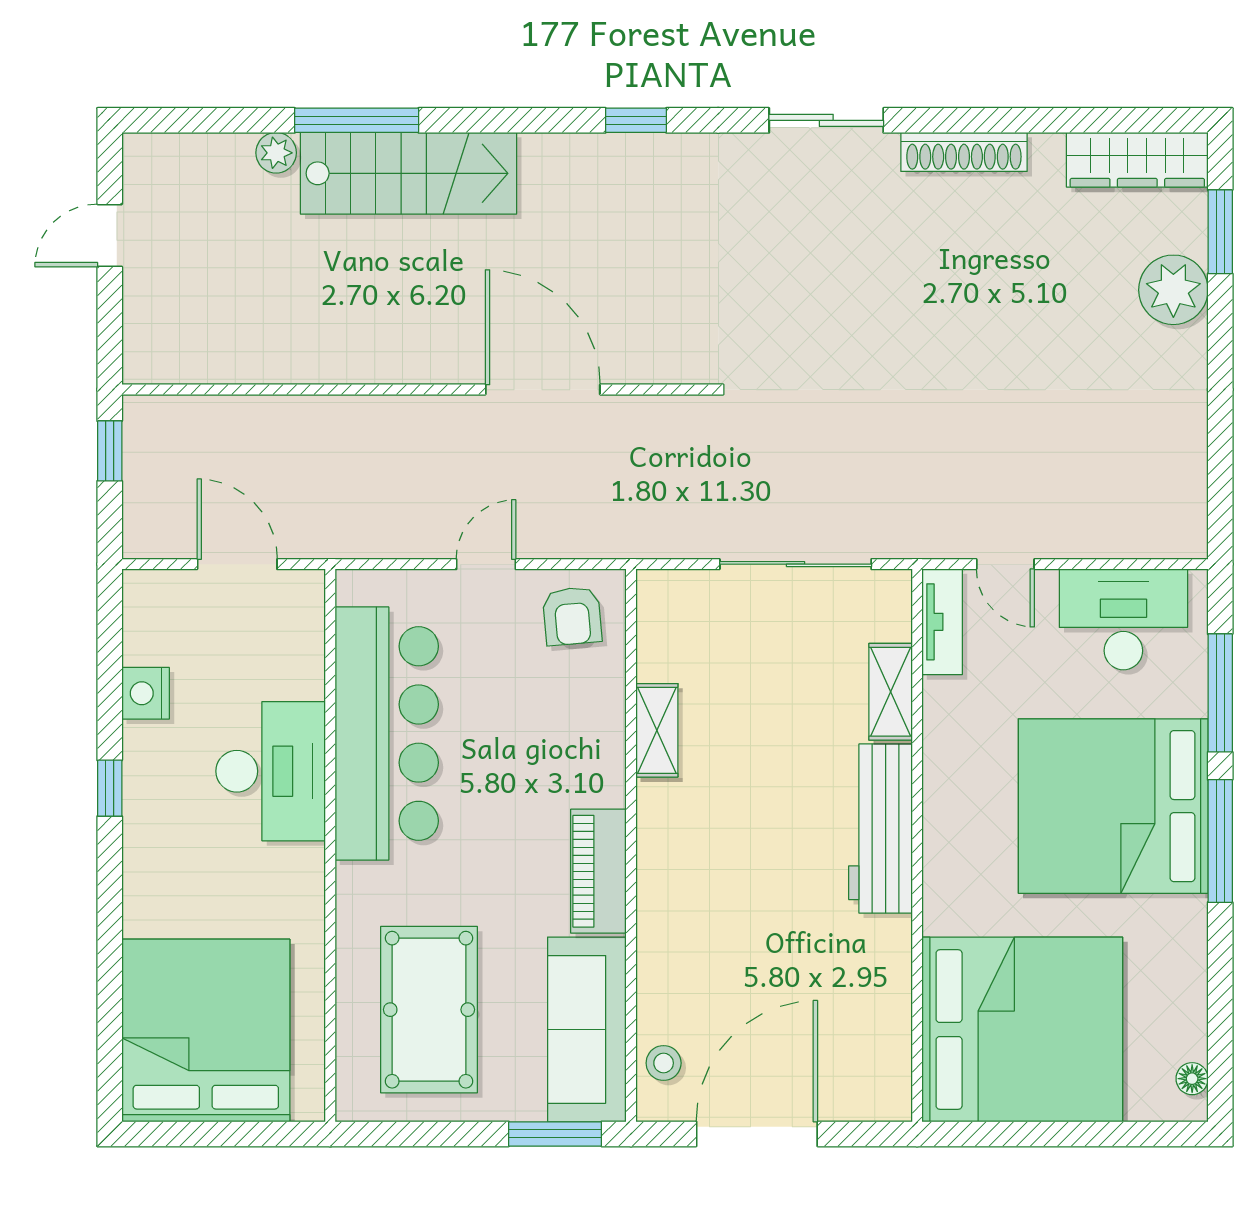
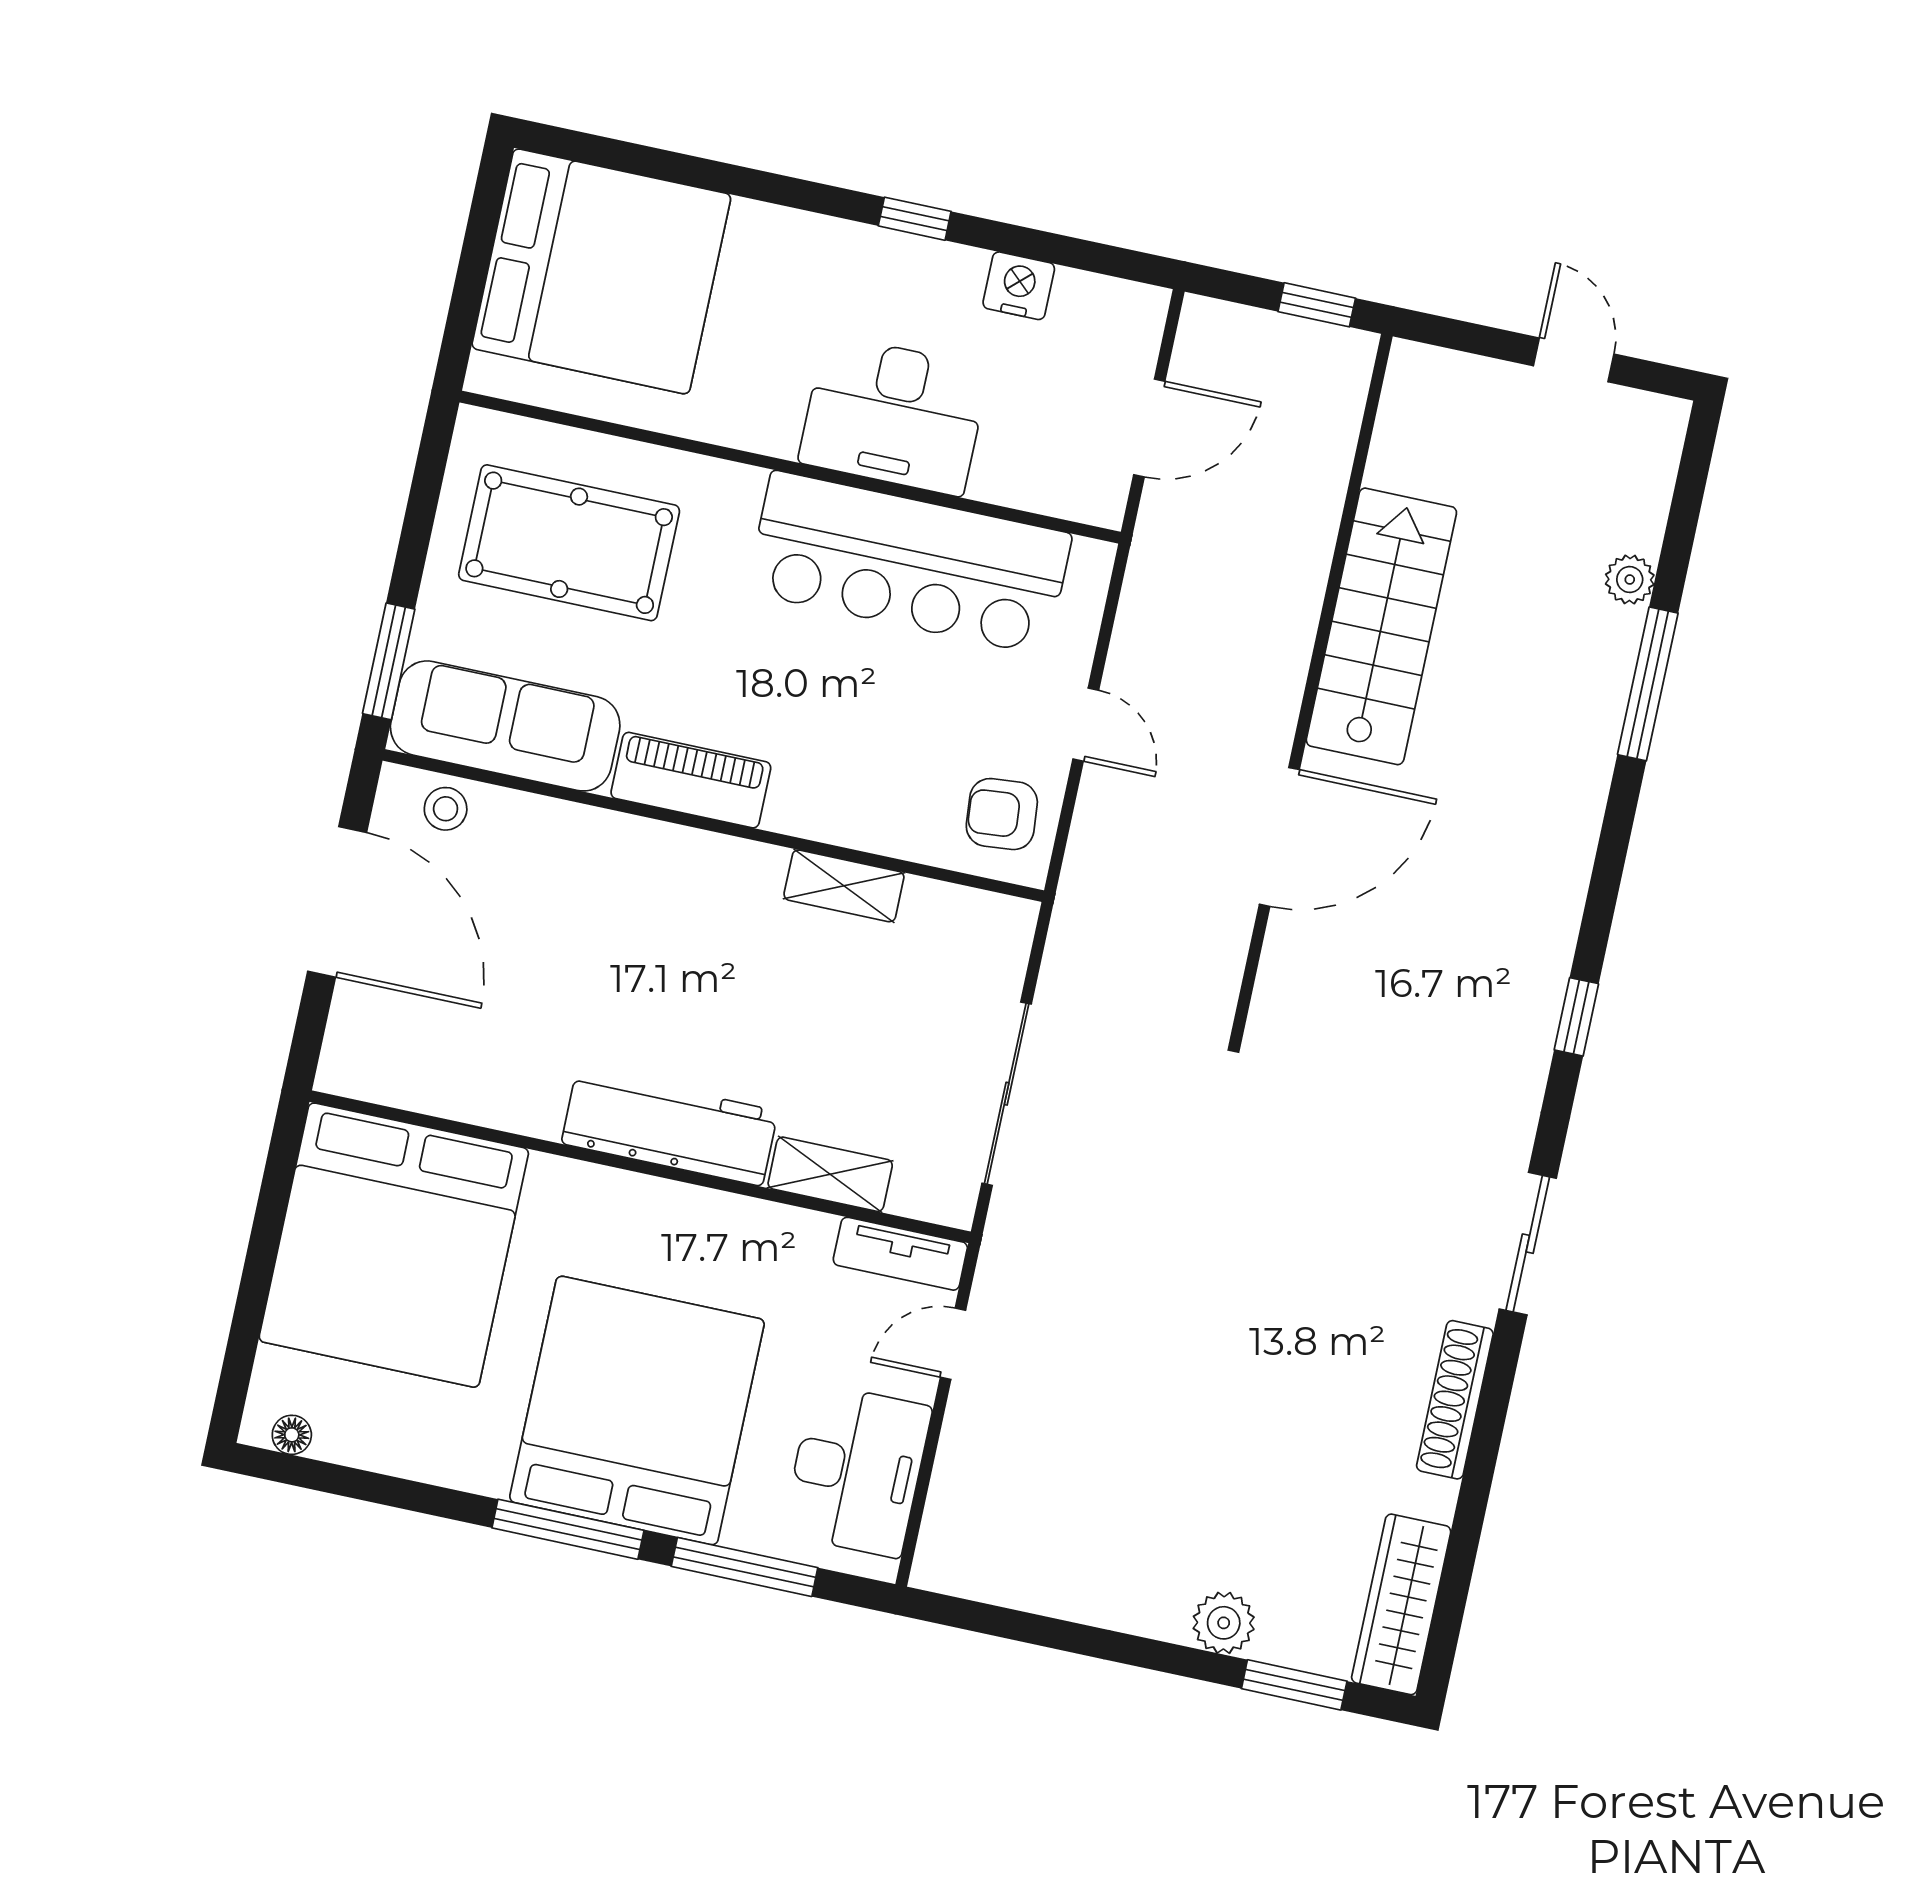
stairs: (408, 173) -> (1381, 626), moved, turned 180
plant: (1173, 290) -> (1224, 1623), width x0.73, depth x0.73

